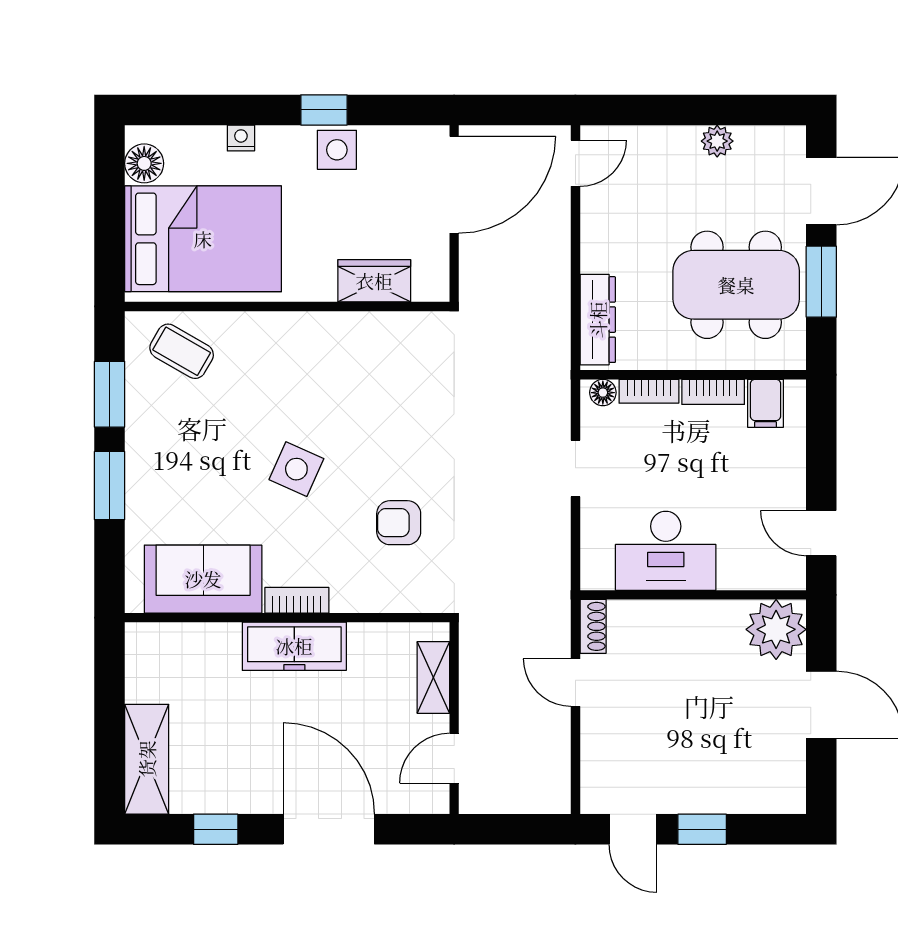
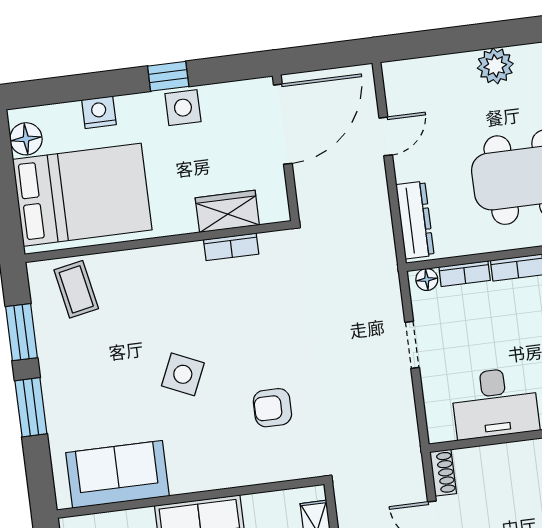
nightstand: (241, 138) -> (99, 112), width x1.39, depth x1.35
plant: (717, 141) -> (495, 66), width x1.38, depth x1.38
door: (575, 163) -> (386, 136), moved
coffee table: (182, 351) -> (76, 289), turned 49
bookcase: (297, 600) -> (231, 247), moved, turned 180

